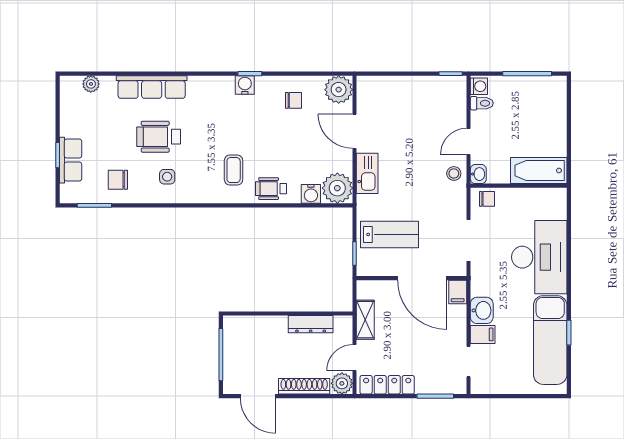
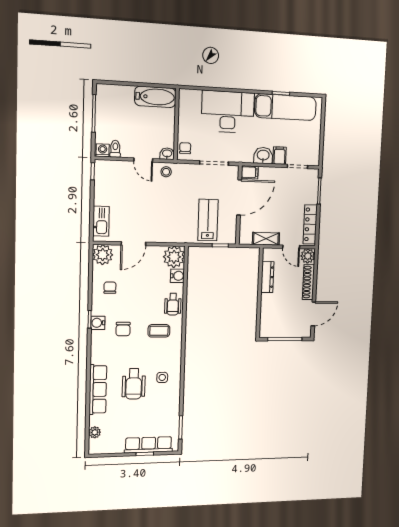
row of seats: (71, 160) -> (149, 445), width x1.48
bathtub: (539, 170) -> (155, 97), moved, turned -90
kitchen sink: (367, 173) -> (101, 221), moved, turned 90
chair: (118, 180) -> (123, 329), moved

